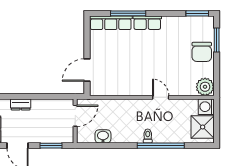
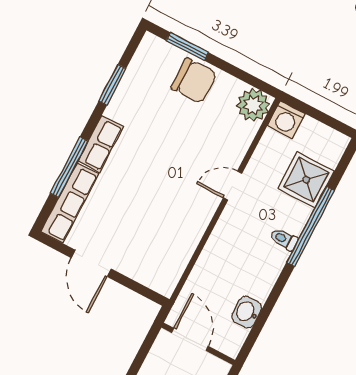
window: (197, 13) -> (112, 85), moved
door: (87, 70) -> (91, 263), moved
shower: (203, 127) -> (306, 180), moved

